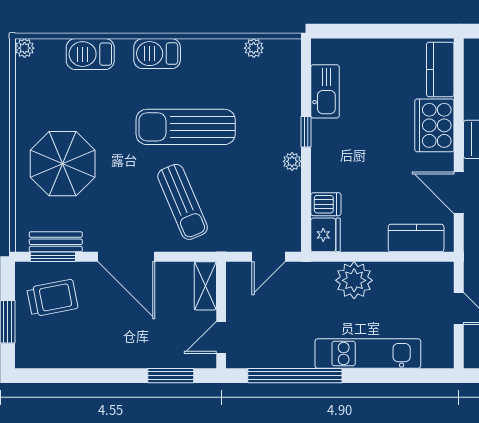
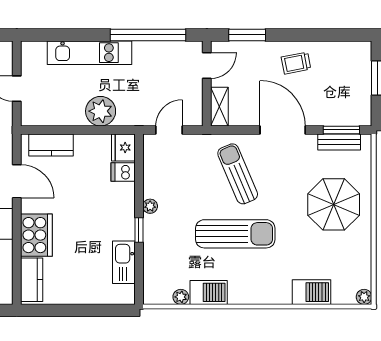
barbecue: (157, 54) -> (209, 292), moved
trolley: (52, 298) -> (296, 63), moved, width x0.73, depth x0.72

